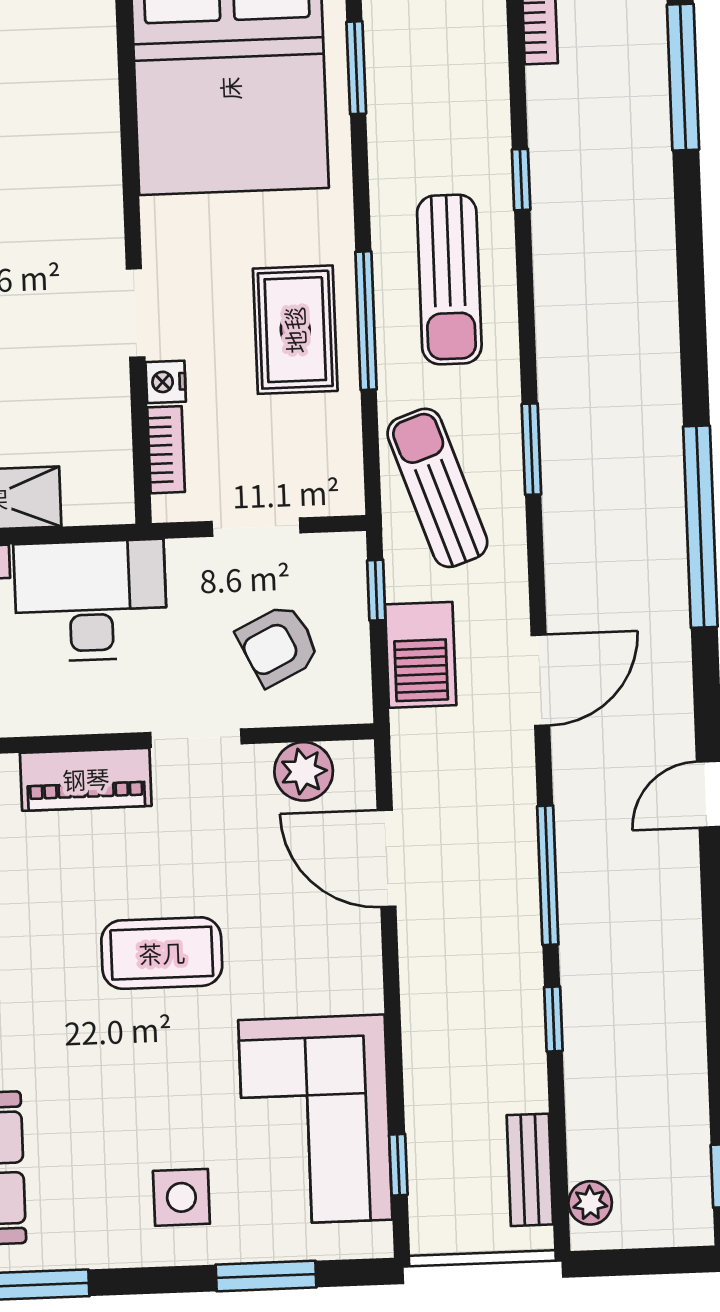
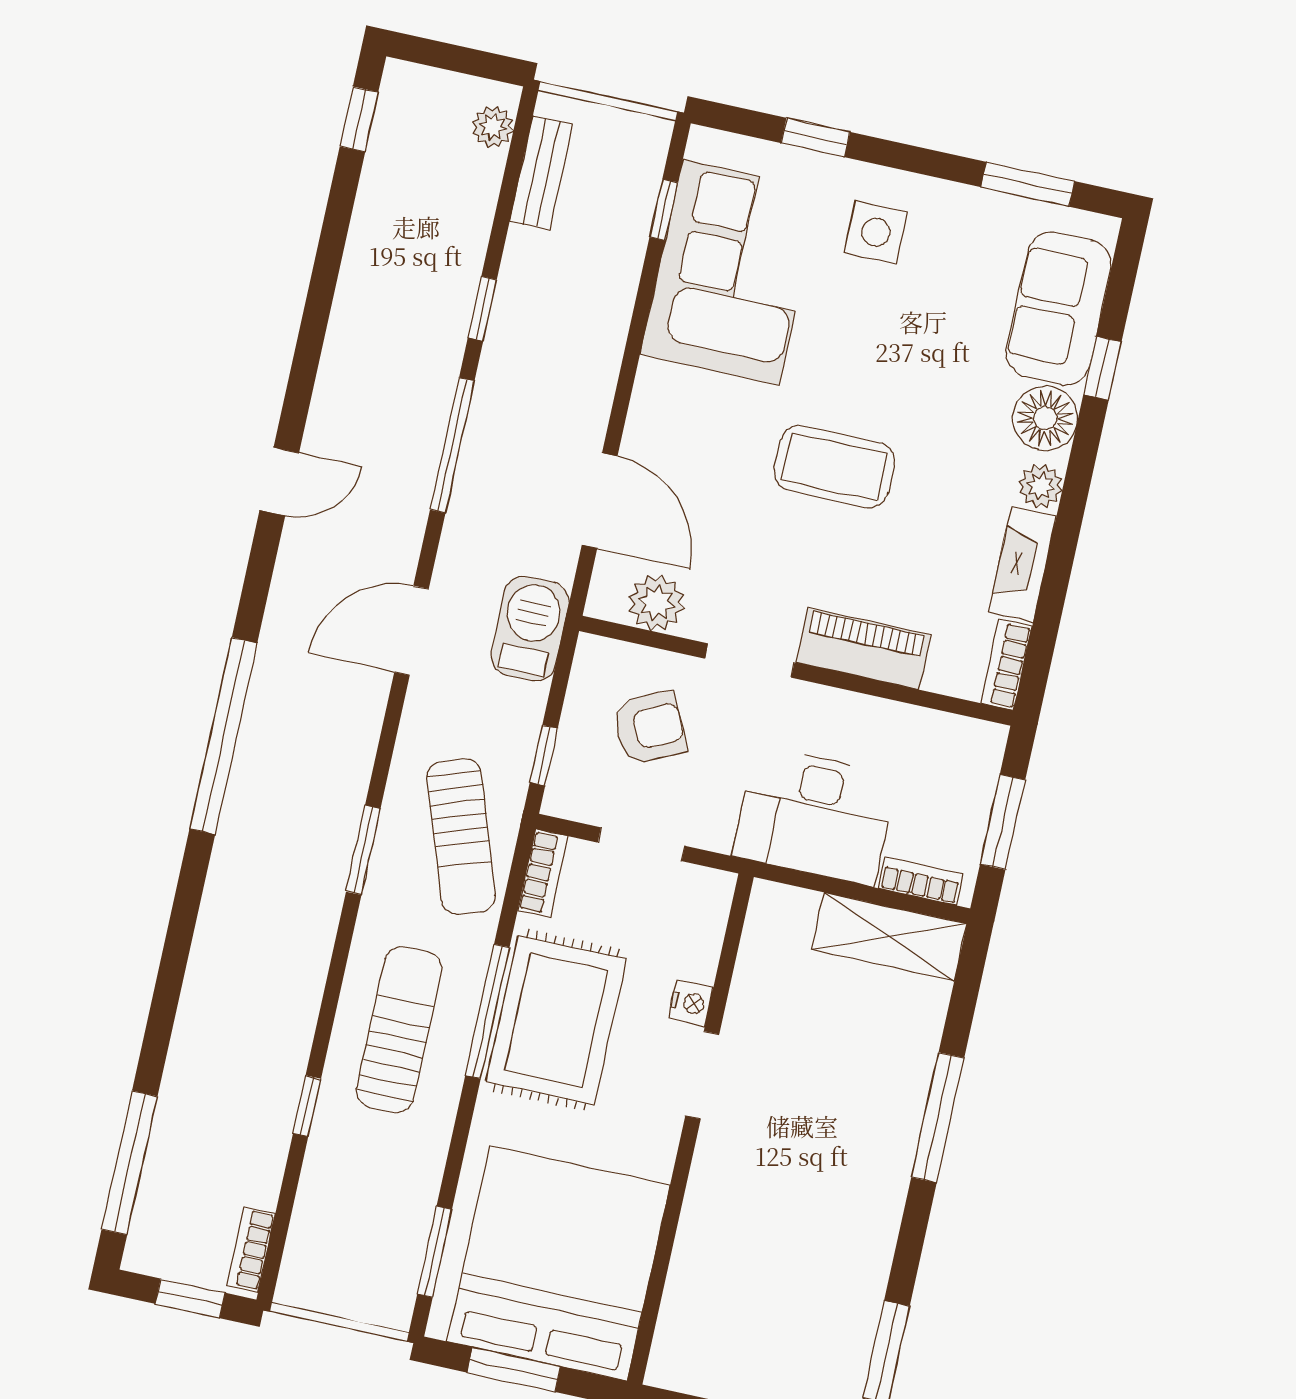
rug: (295, 330) -> (556, 1020), width x1.36, depth x1.43
bookcase: (166, 450) -> (543, 873), moved, turned 180
barbecue: (421, 655) -> (530, 629), moved
window: (266, 1276) -> (815, 137), width x0.67

